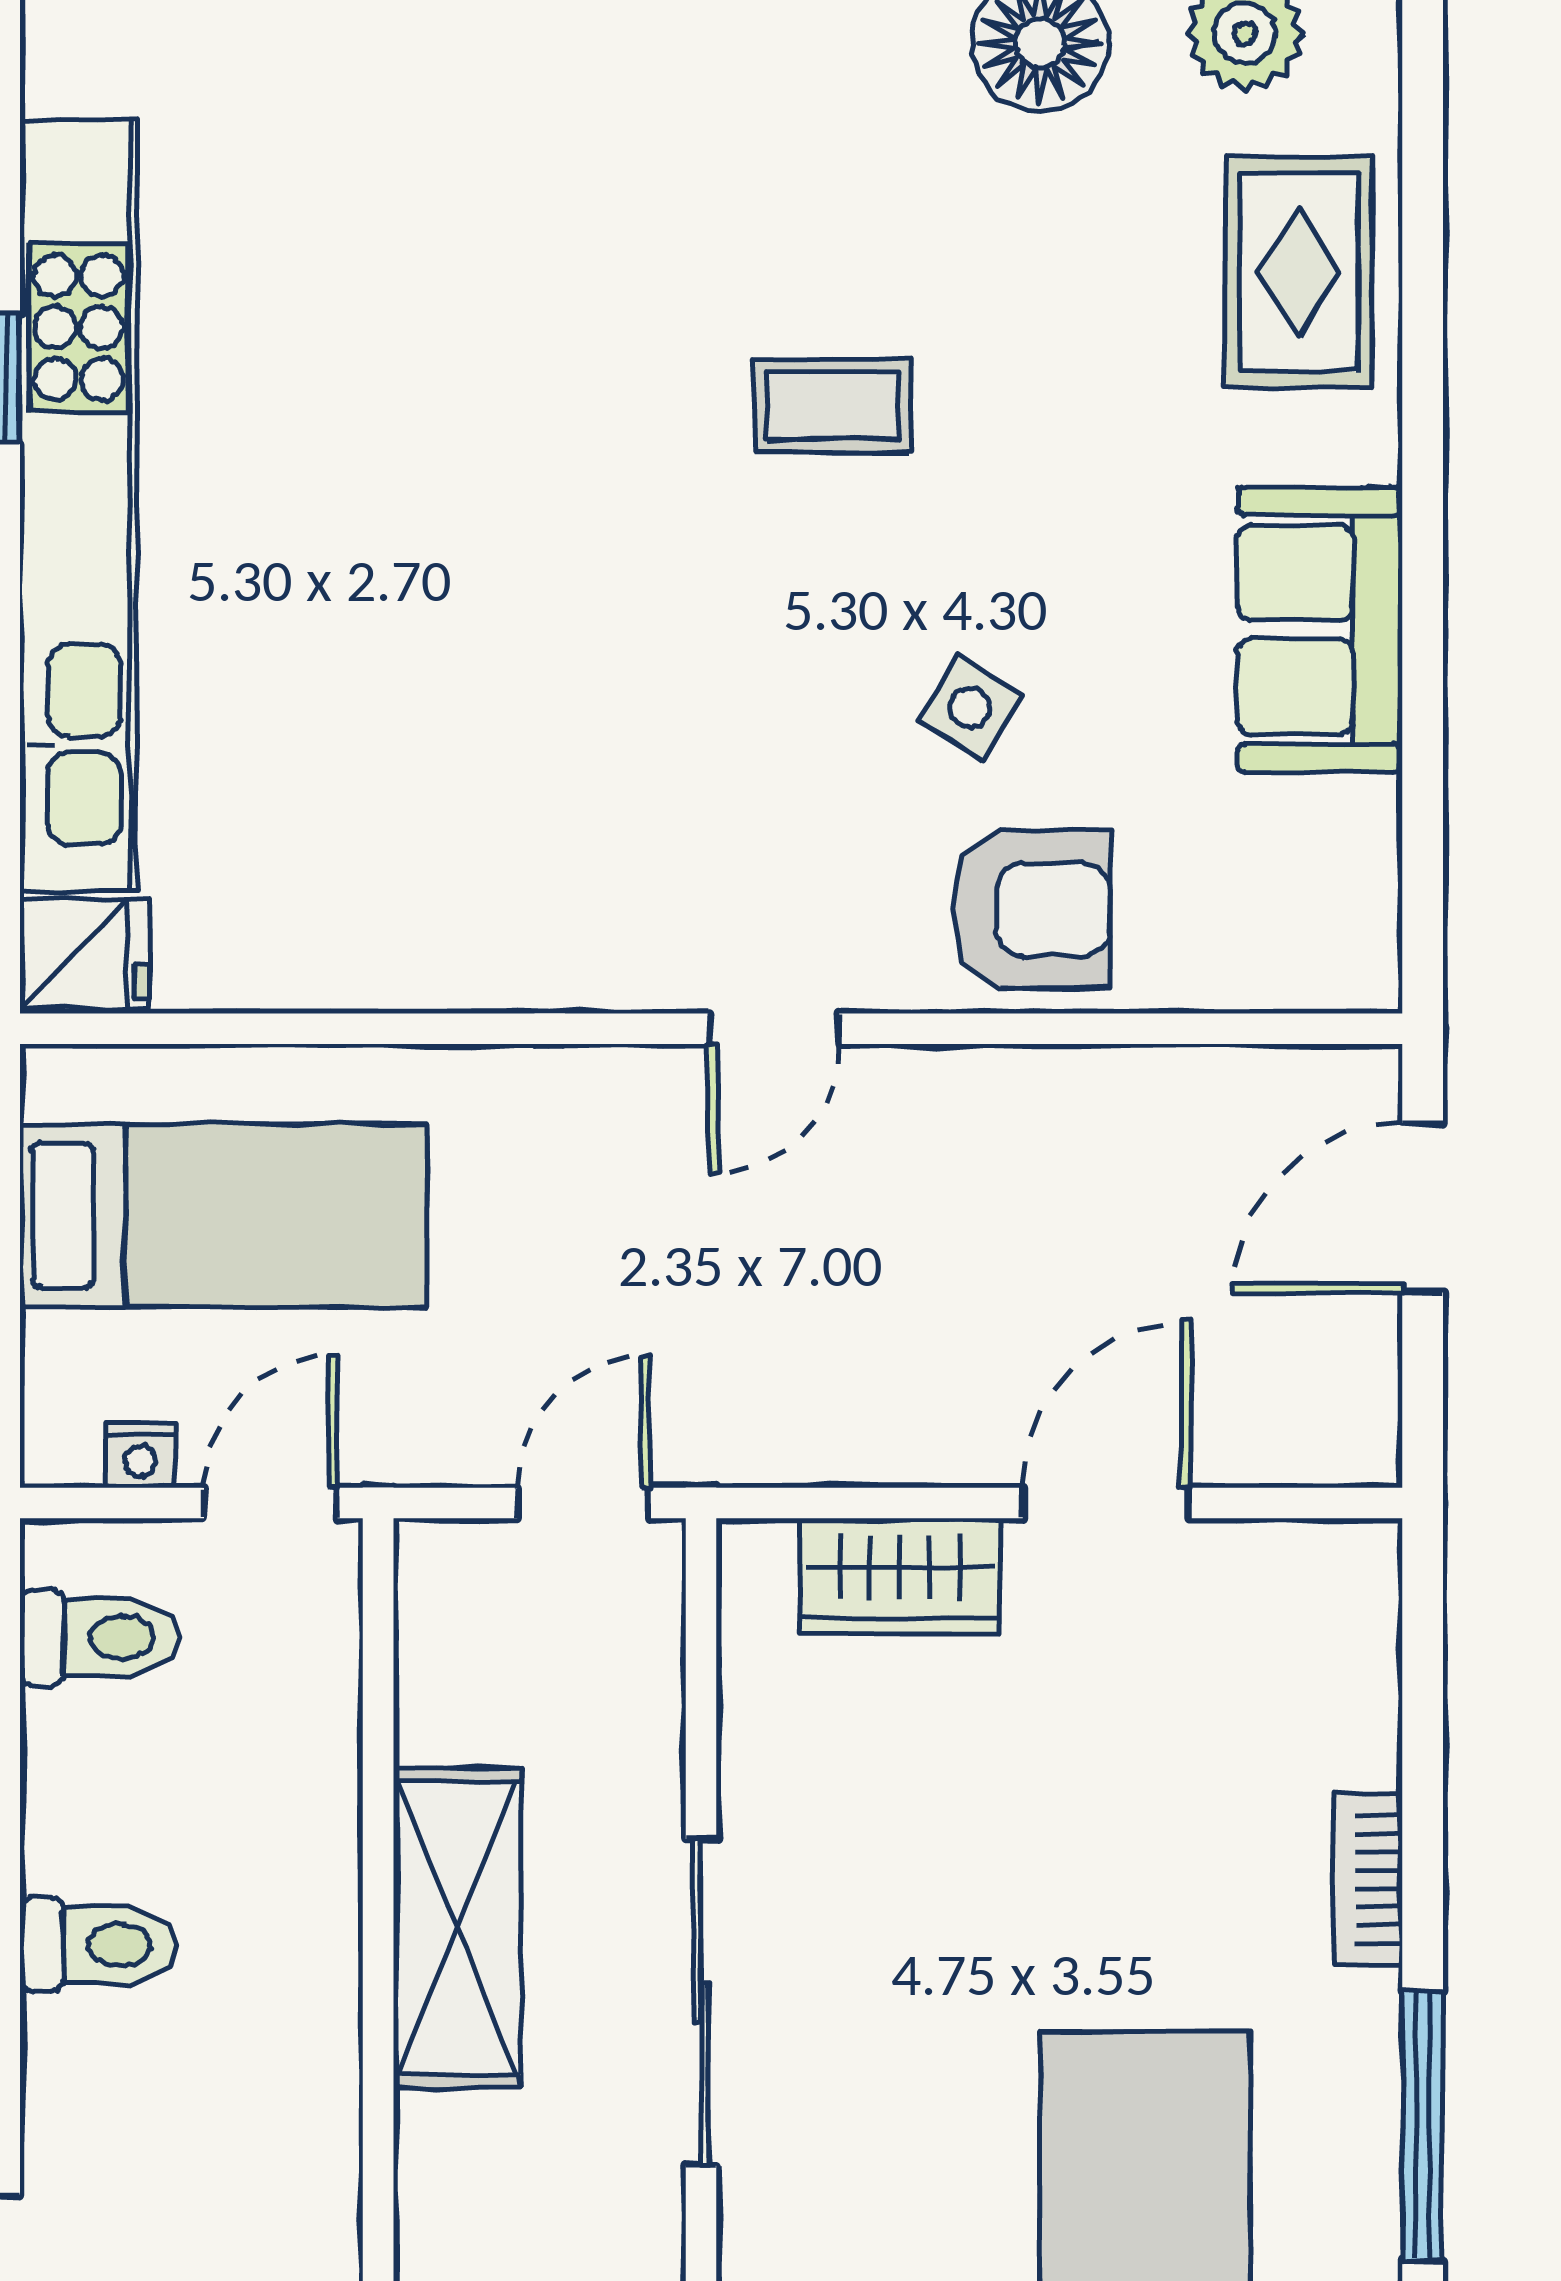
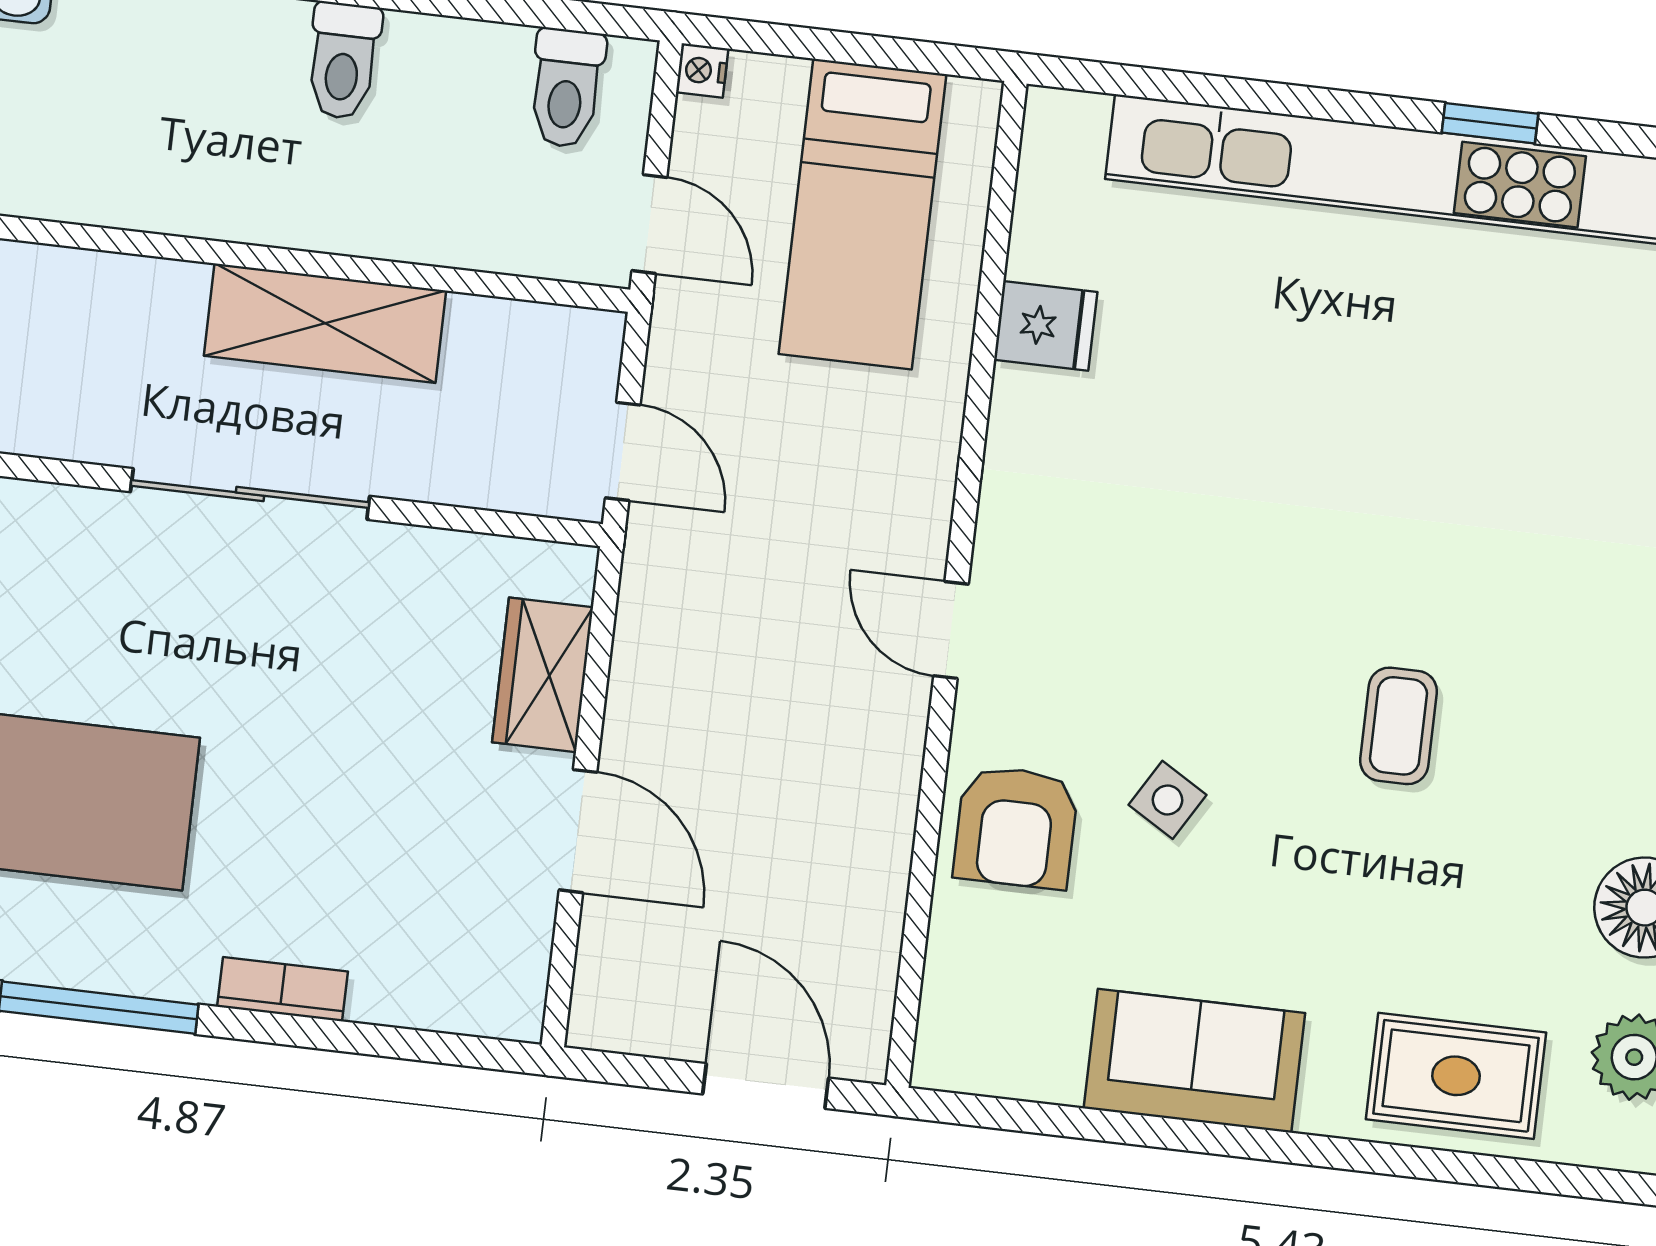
fridge: (85, 954) -> (1046, 326), moved, turned -90
nightstand: (140, 1456) -> (702, 71), moved

